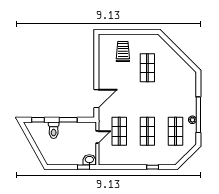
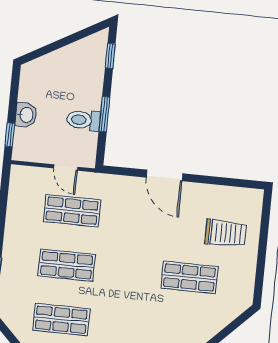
door: (96, 99) -> (165, 175), moved
toilet: (54, 130) -> (83, 120), moved
washbasin: (89, 160) -> (26, 115), moved

